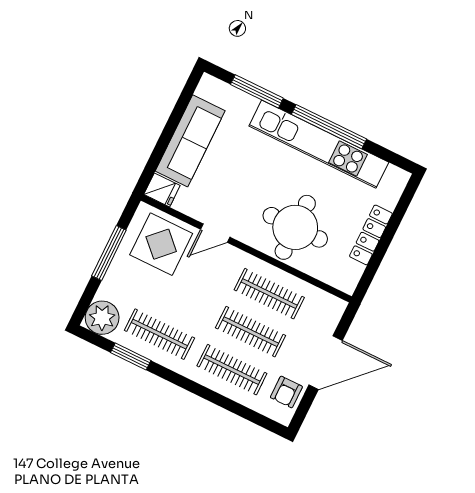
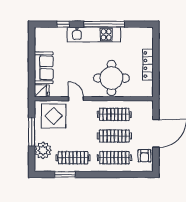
window: (257, 91) -> (63, 24), width x0.46
sofa: (190, 141) -> (44, 68), width x0.73
kitchen unit: (319, 144) -> (94, 34), width x0.73
door: (215, 233) -> (76, 99), swing flipped
plant: (102, 318) -> (43, 150), moved

